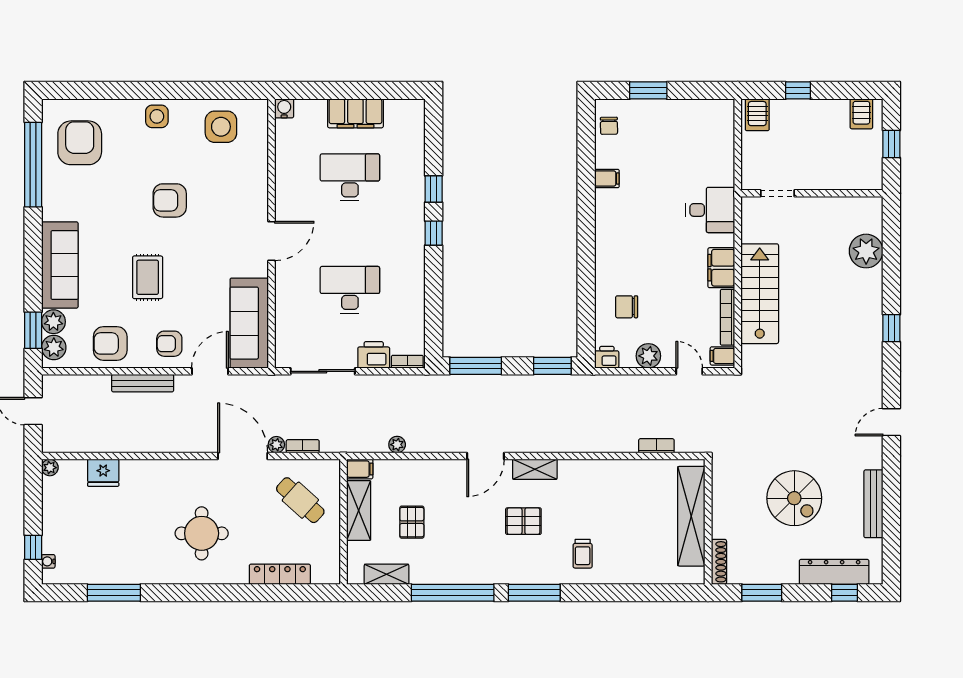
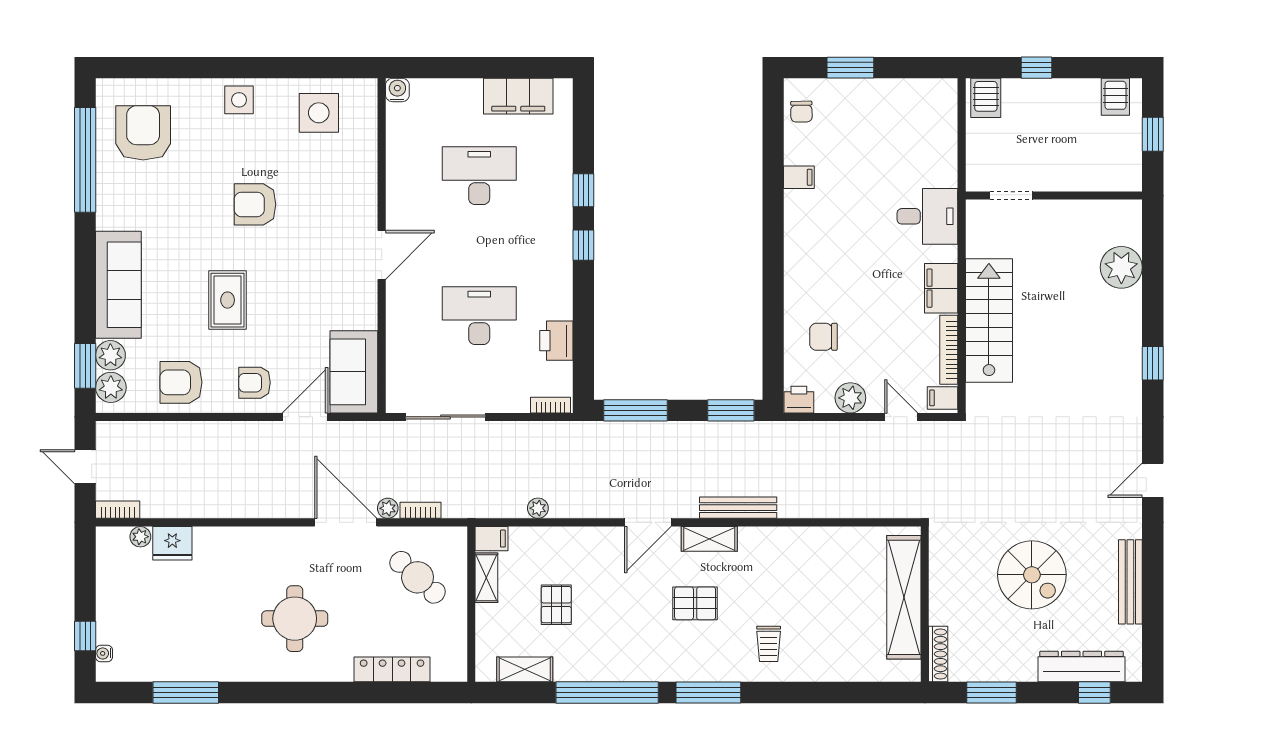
filing cabinet: (355, 113) -> (518, 96), moved
sofa: (249, 323) -> (354, 372), width x0.73
printer: (374, 355) -> (556, 341), moved, turned -90
bench: (143, 383) -> (738, 508), moved
bookcase: (656, 446) -> (118, 510), moved
plant: (50, 468) -> (140, 537), moved
shelving: (359, 511) -> (486, 578), width x0.67, depth x0.75

